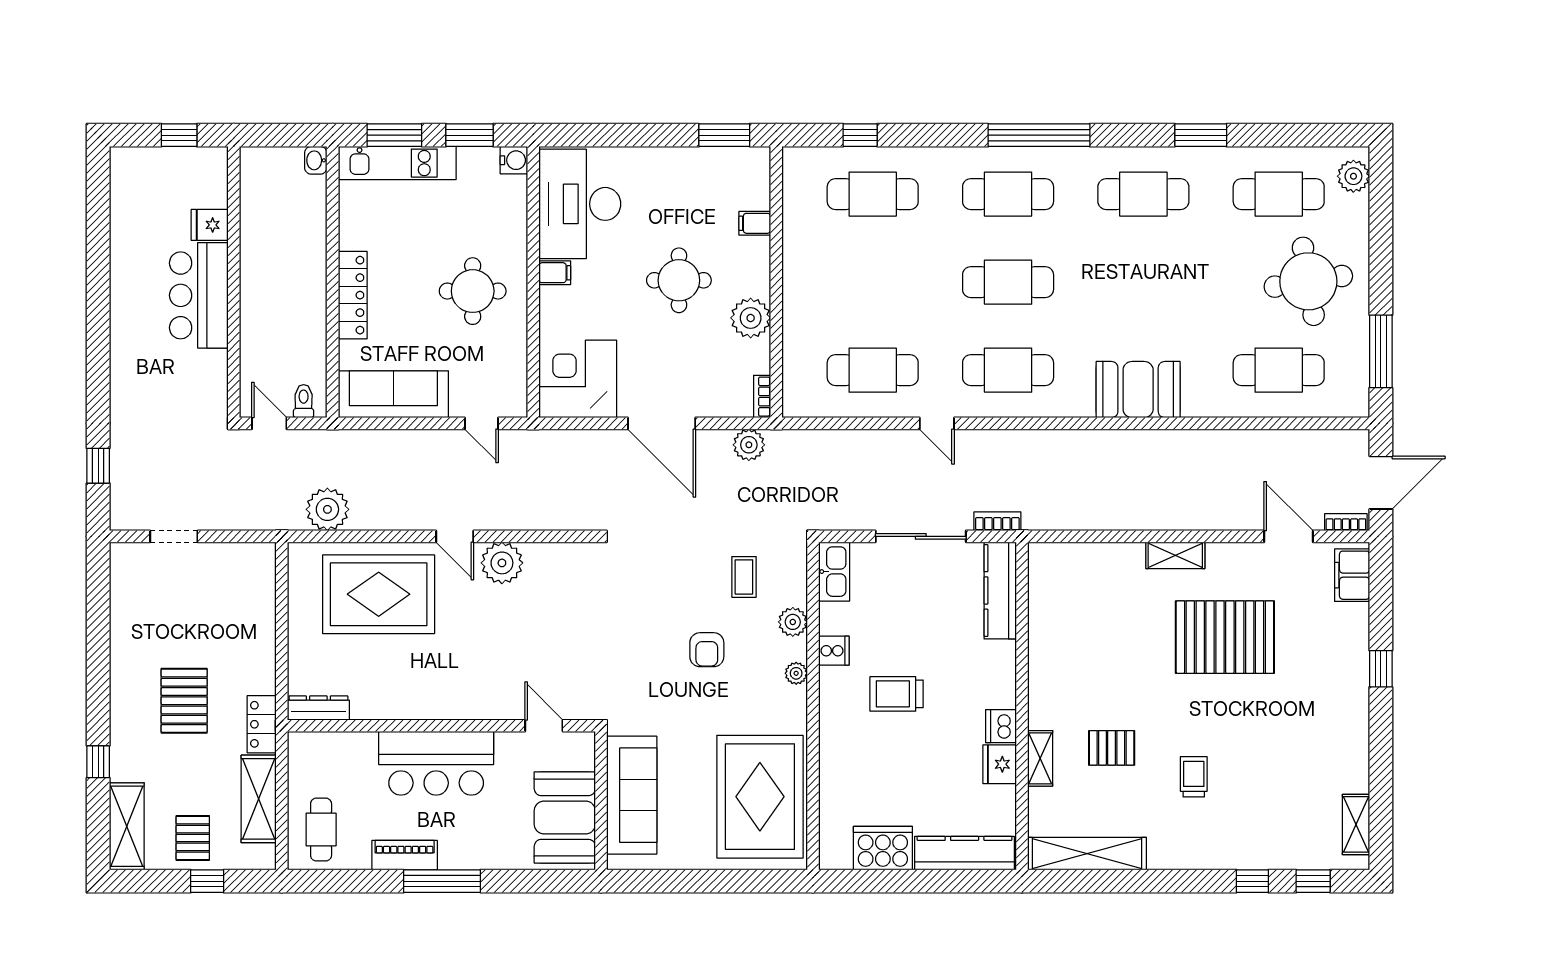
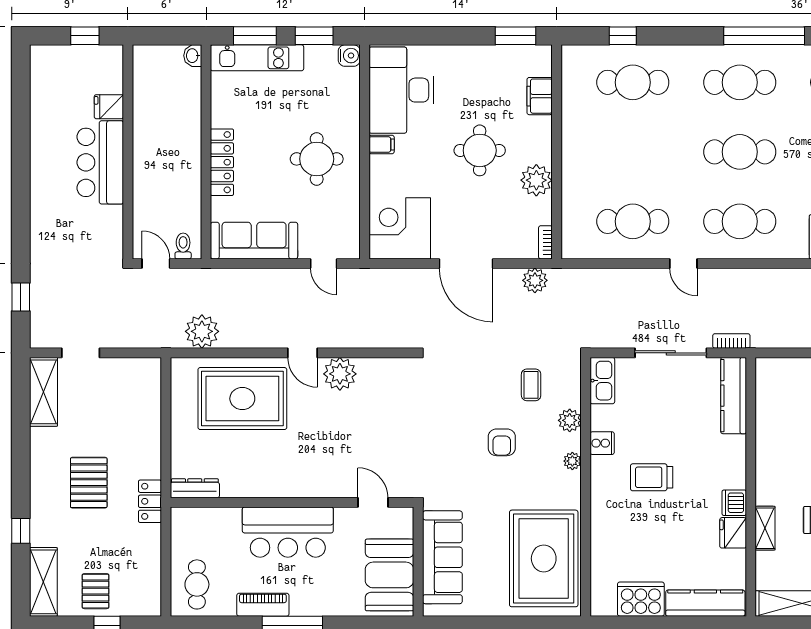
filing cabinet: (755, 223) -> (540, 96), width x2.00
shelving: (259, 799) -> (43, 392), moved

